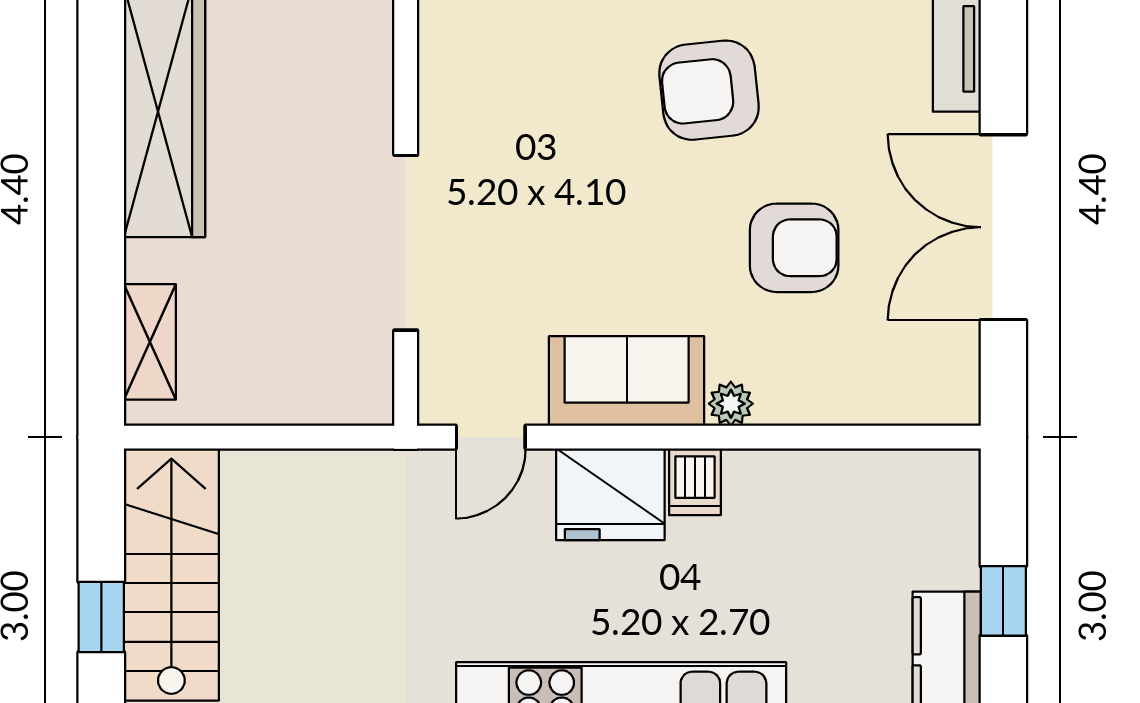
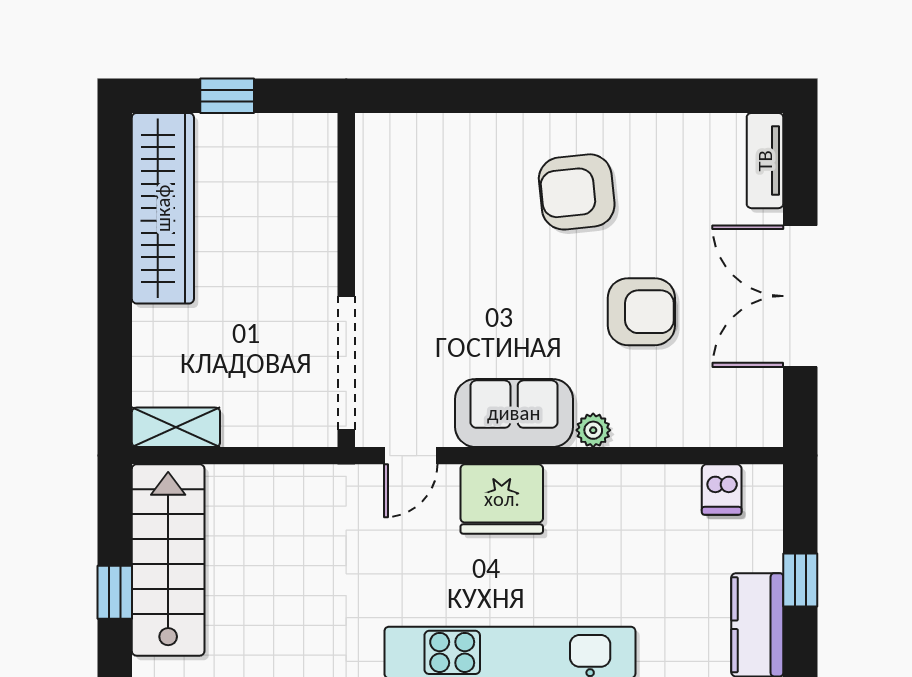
doorway: (406, 243) -> (346, 363), moved
shelving: (150, 342) -> (176, 427), moved, turned 90
dishwasher: (695, 482) -> (722, 489), moved

